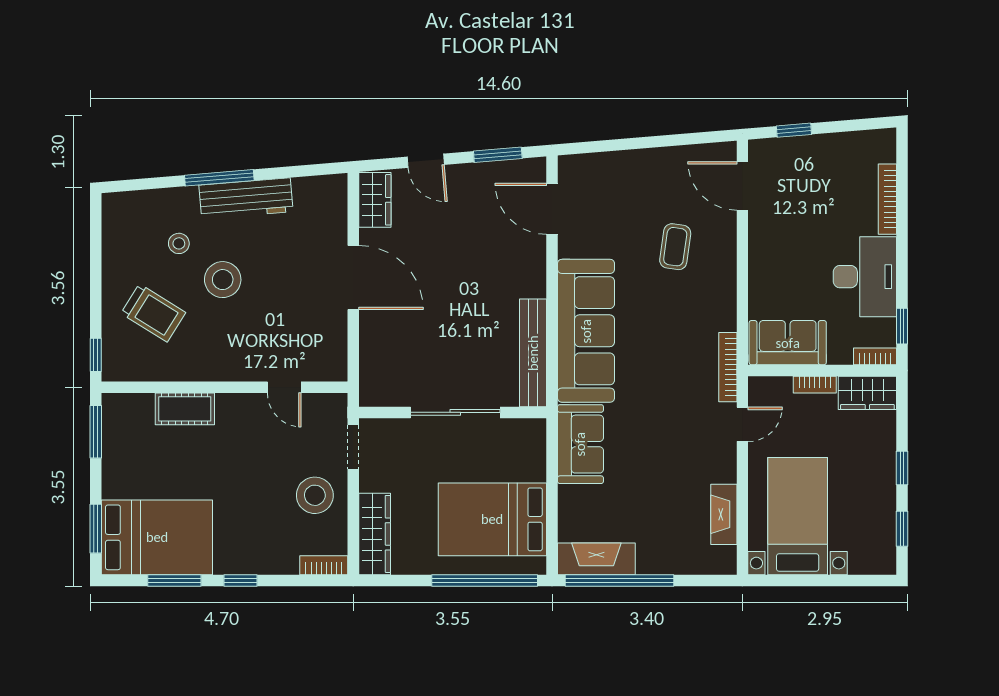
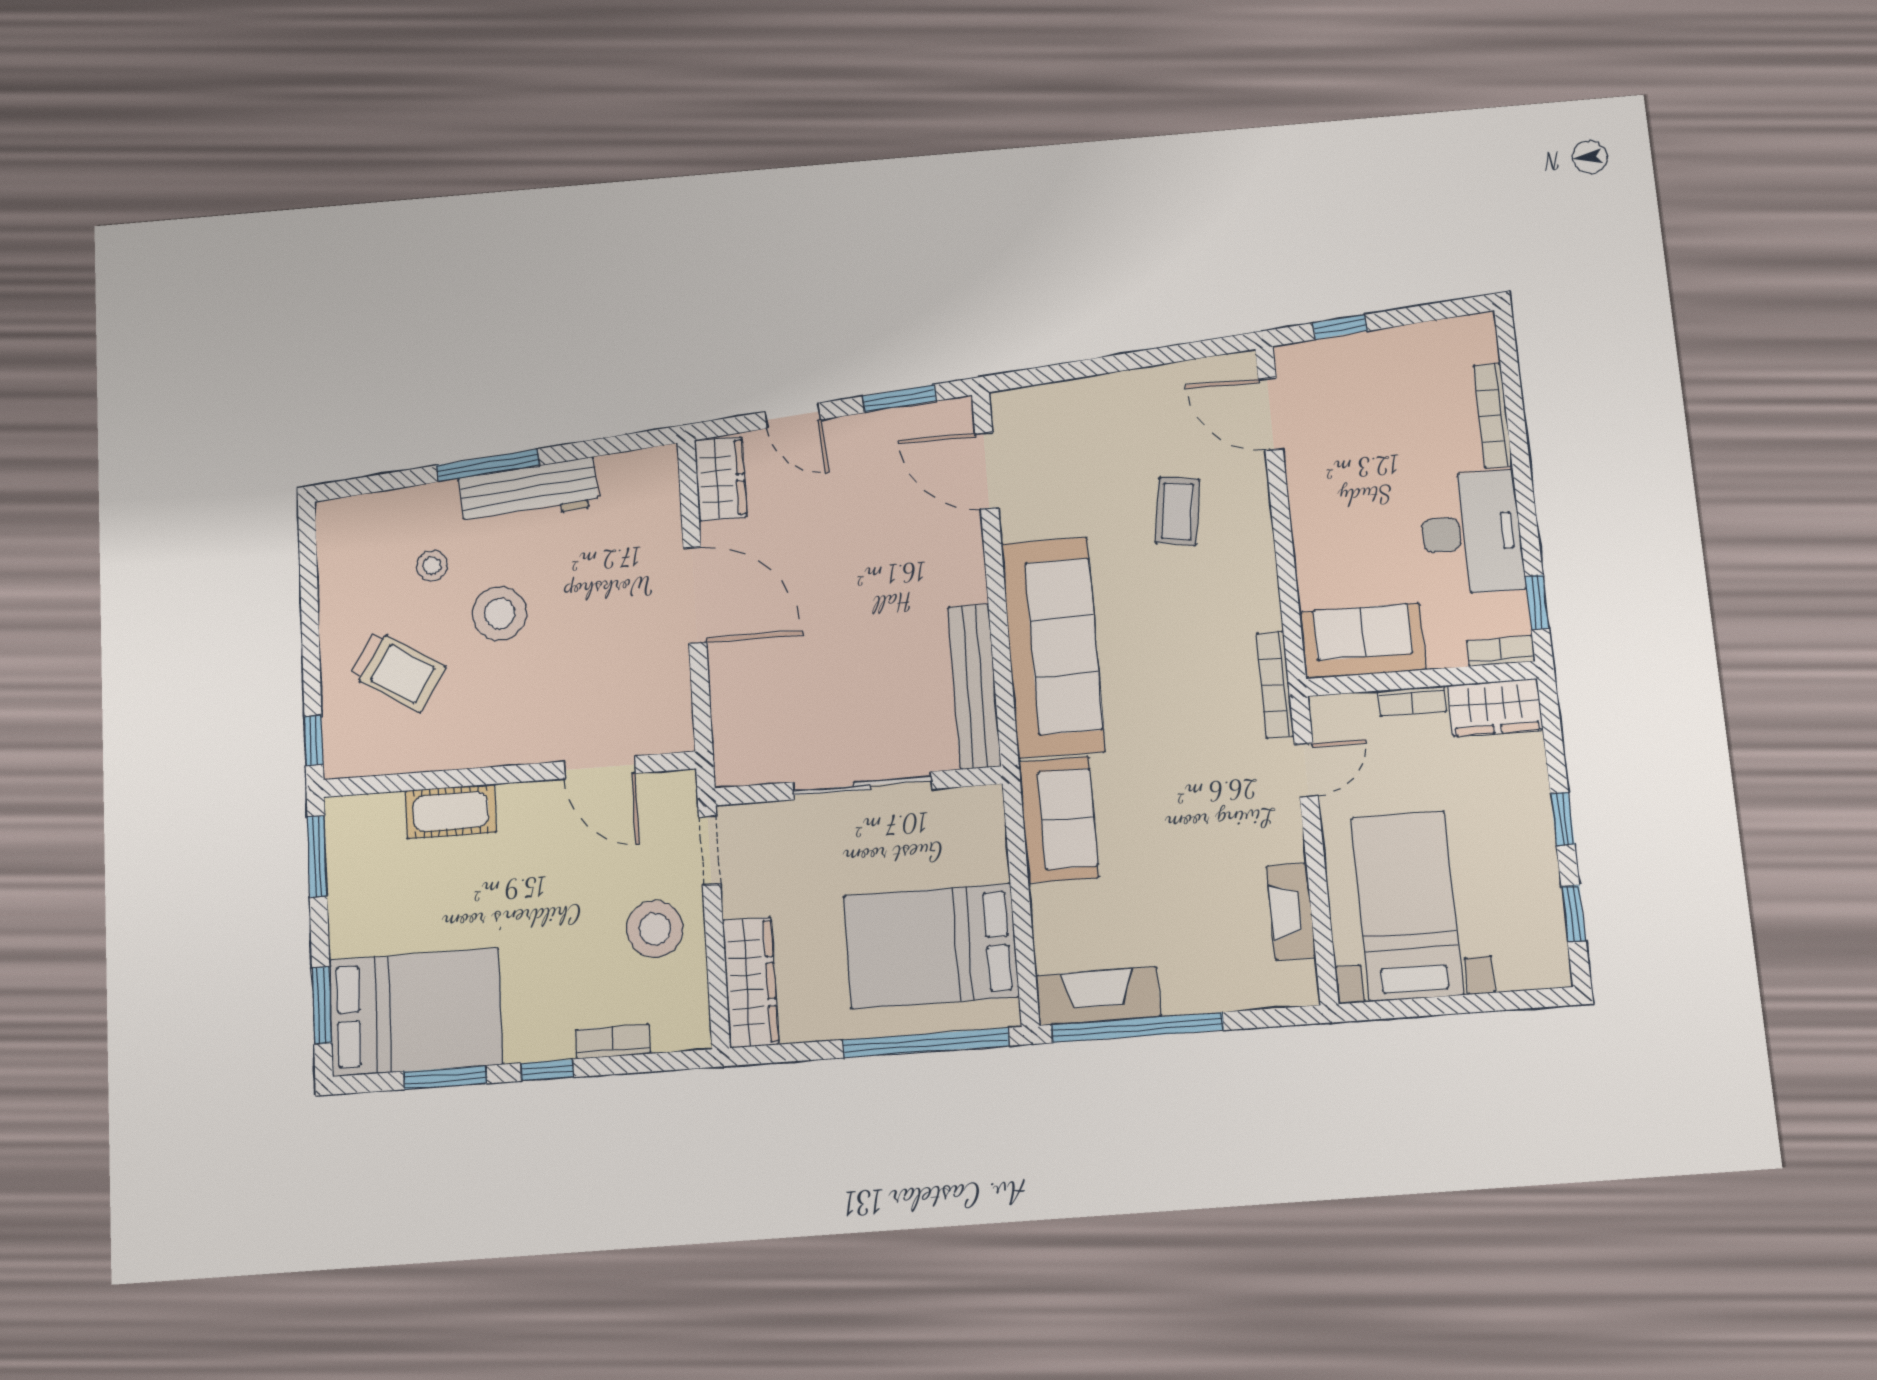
door: (284, 387) -> (600, 767), width x1.38
bookcase: (324, 565) -> (613, 1042), moved

